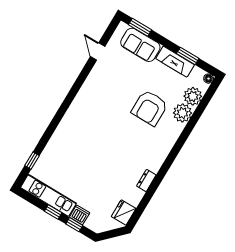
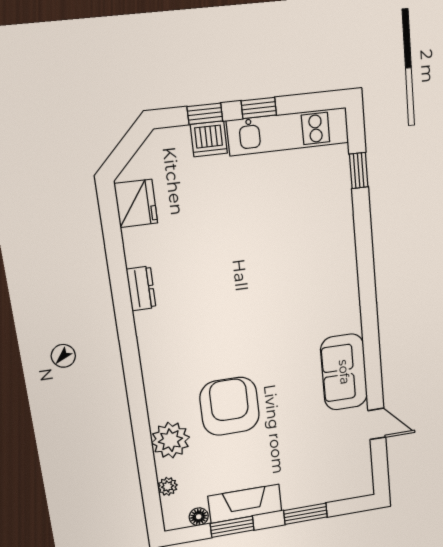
window: (140, 27) -> (306, 514), moved
sofa: (140, 45) -> (344, 372), moved, turned -90
floor lamp: (209, 79) -> (199, 517), moved
plant: (193, 96) -> (168, 486), width x0.53, depth x0.53

